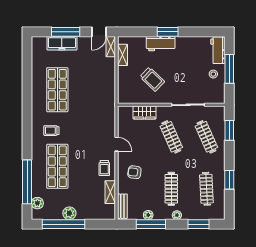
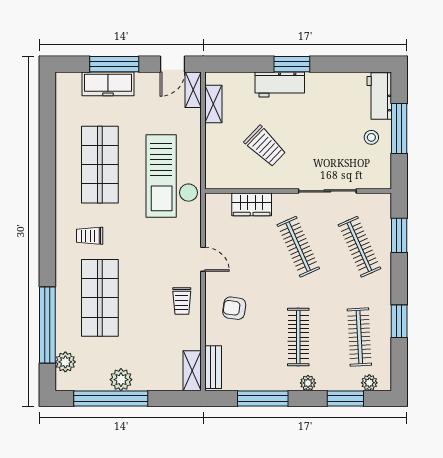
checkout: (99, 96) -> (172, 176), added
shelving: (110, 192) -> (192, 371), moved
plant: (148, 215) -> (369, 383), moved

